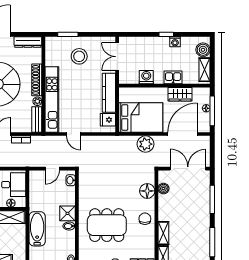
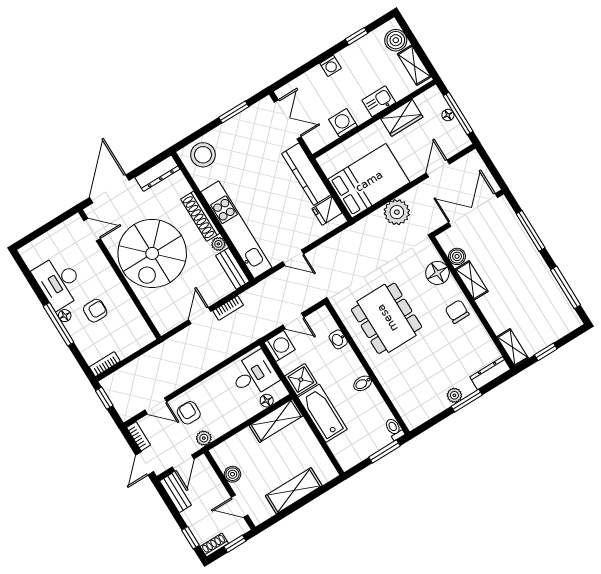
window: (68, 34) -> (234, 112), moved
window: (166, 34) -> (356, 36), moved
washing machine: (175, 42) -> (331, 66), moved
stool: (79, 56) -> (203, 155), moved
double door: (117, 57) -> (288, 119), swing flipped
door: (183, 134) -> (438, 168), width x0.53
door: (52, 169) -> (293, 321), hinge flipped
washing machine: (36, 178) -> (280, 346), added
washbasin: (71, 180) -> (338, 339), moved
shower: (68, 213) -> (301, 380), moved
dining table: (107, 225) -> (387, 318), moved, turned 90
shelving: (163, 233) -> (472, 280), moved

